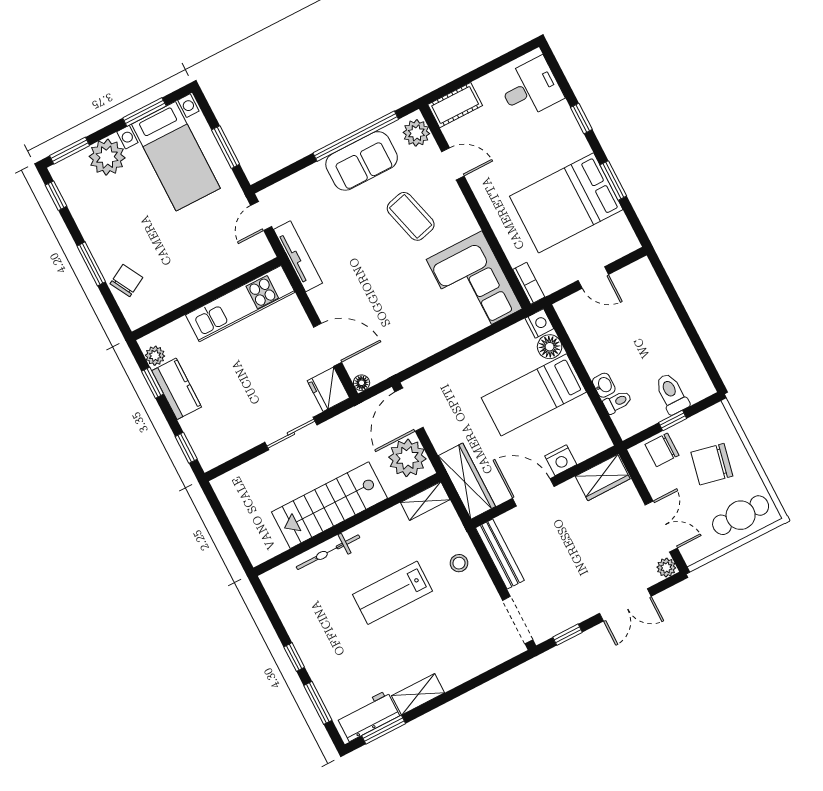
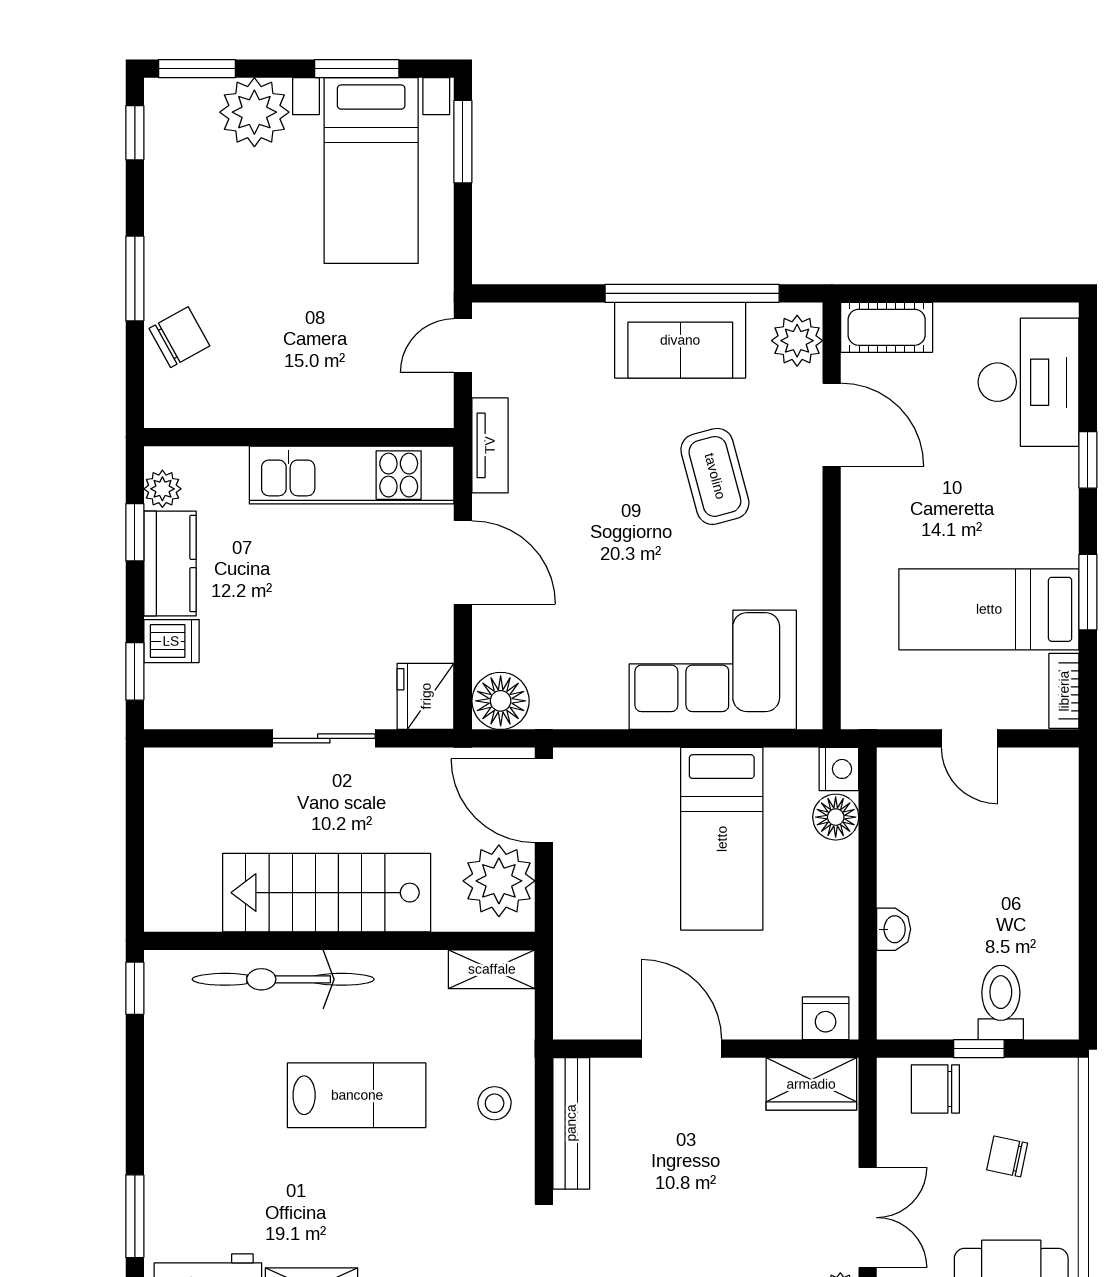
desk: (531, 88) -> (1029, 382), width x1.37
window: (226, 147) -> (463, 142), moved
door: (453, 164) -> (832, 425), width x1.38
bed: (566, 203) -> (989, 609), width x0.67
tv unit: (298, 256) -> (490, 445), width x0.71
bookcase: (529, 283) -> (1064, 691), moved, turned 180
corner sofa: (474, 284) -> (713, 670), moved, turned 90
door: (328, 345) -> (463, 563), moved
floor lamp: (362, 383) -> (501, 701), width x1.89, depth x1.89
bed: (534, 395) -> (722, 839), moved, turned -90
toilet: (617, 402) -> (902, 969), removed
door: (409, 410) -> (544, 801), hinge flipped
dishwasher: (196, 425) -> (171, 641), added
nightstand: (561, 460) -> (826, 1018), moved
chair: (712, 464) -> (1007, 1156), width x0.54, depth x0.54
wardrobe: (467, 481) -> (579, 972), removed
bicycle: (328, 552) -> (283, 979), width x1.37, depth x1.40
lab bench: (393, 593) -> (357, 1095), turned 180
window: (294, 657) -> (135, 988), moved

